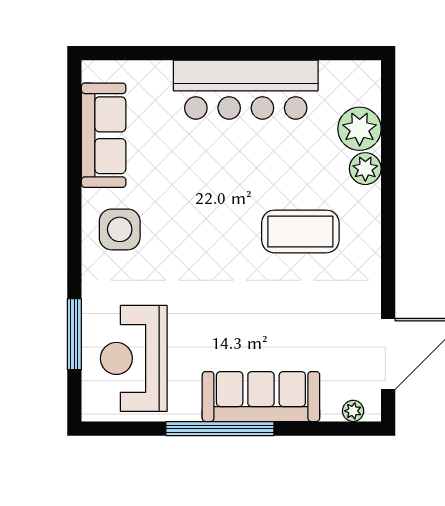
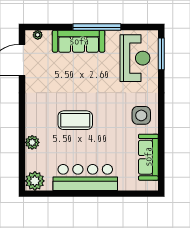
plant: (360, 129) -> (35, 181), moved
coffee table: (300, 231) -> (75, 120), moved
window: (74, 334) -> (161, 54), moved

